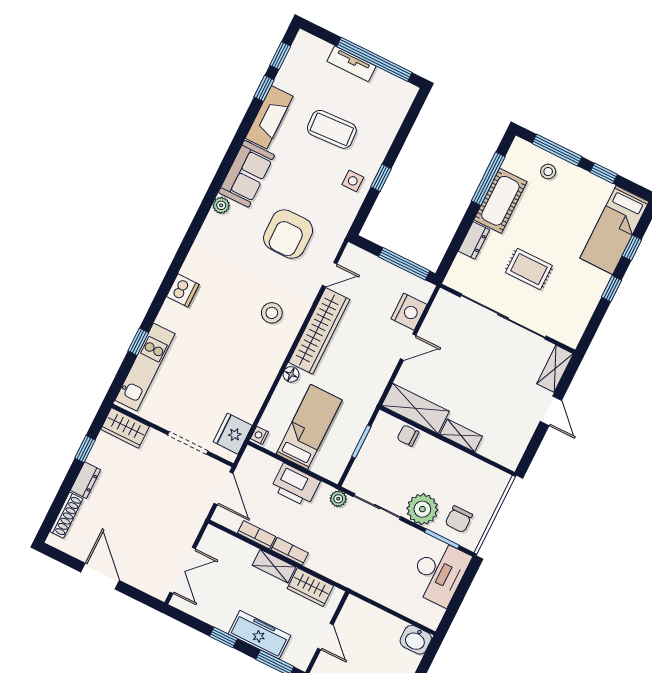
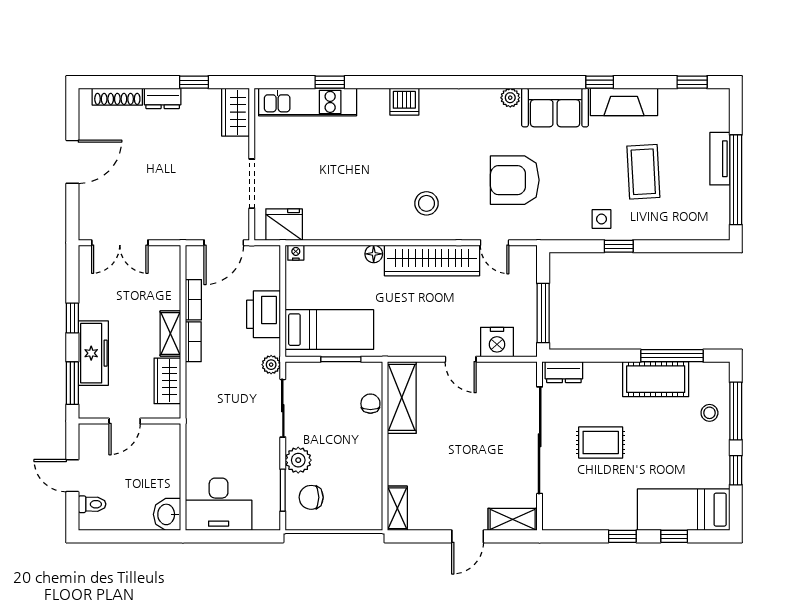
window: (264, 88) -> (600, 82), moved
dresser: (474, 240) -> (564, 372), moved
rug: (529, 269) -> (601, 443), turned 90
bed: (309, 427) -> (329, 330), moved
shelving: (461, 435) -> (397, 508), moved
plant: (422, 509) -> (298, 460), width x0.73, depth x0.73
desk: (439, 572) -> (219, 504), moved

